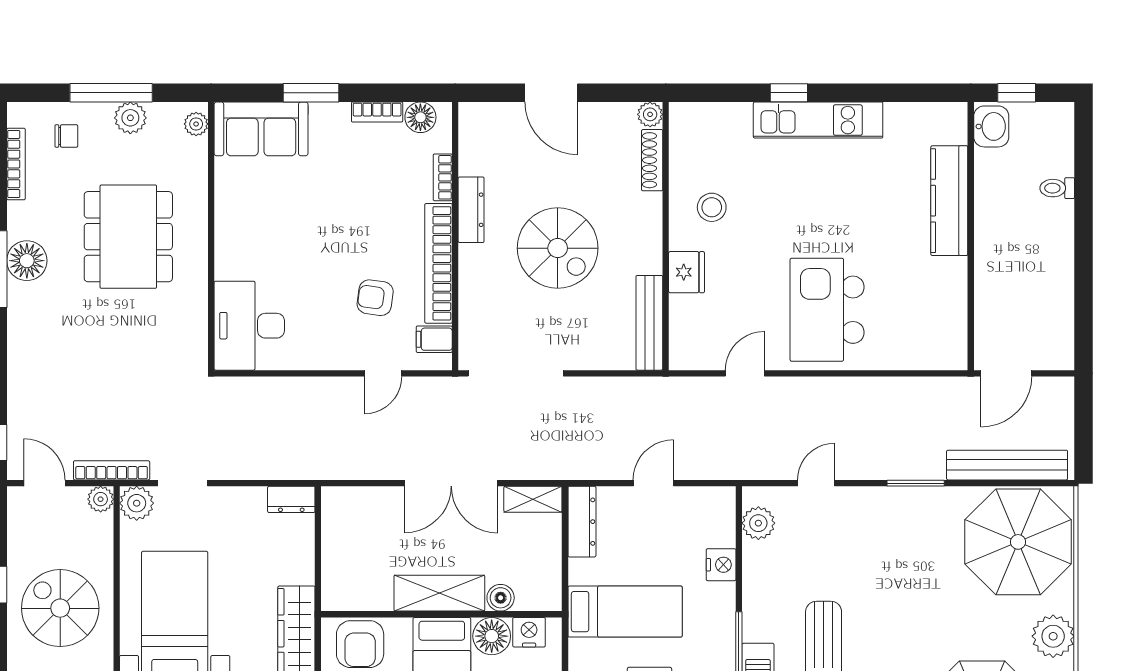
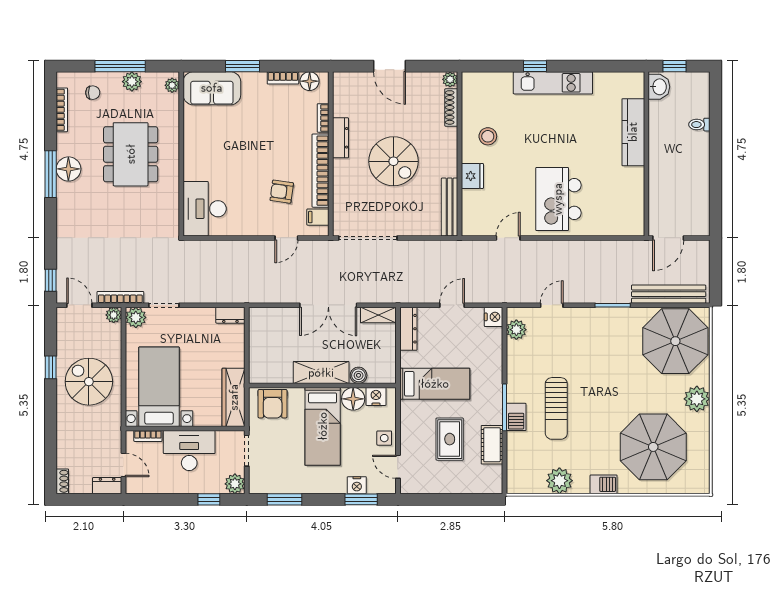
nightstand: (721, 565) -> (494, 317), moved

